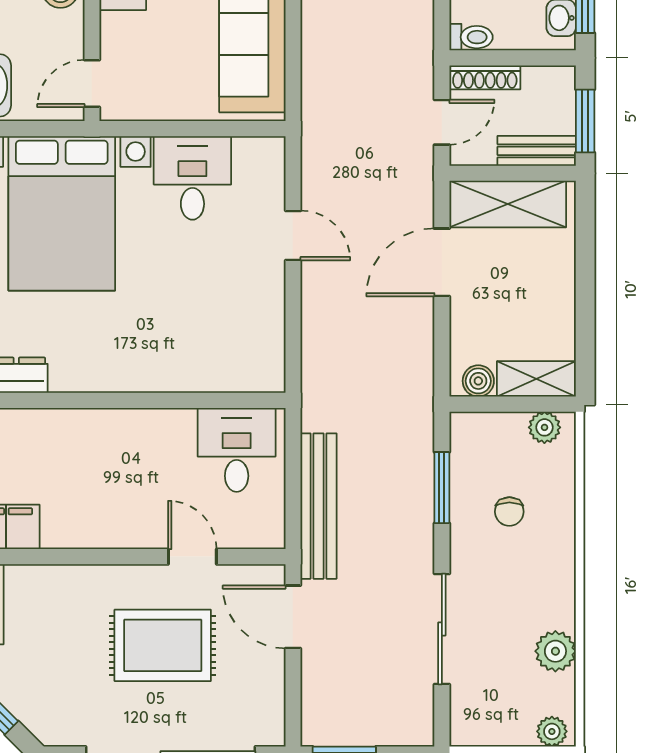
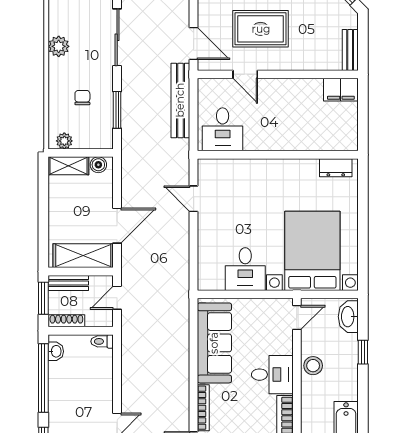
shoe rack: (485, 77) -> (66, 321), moved
door: (293, 235) -> (194, 199), moved
plant: (555, 651) -> (59, 46), moved

